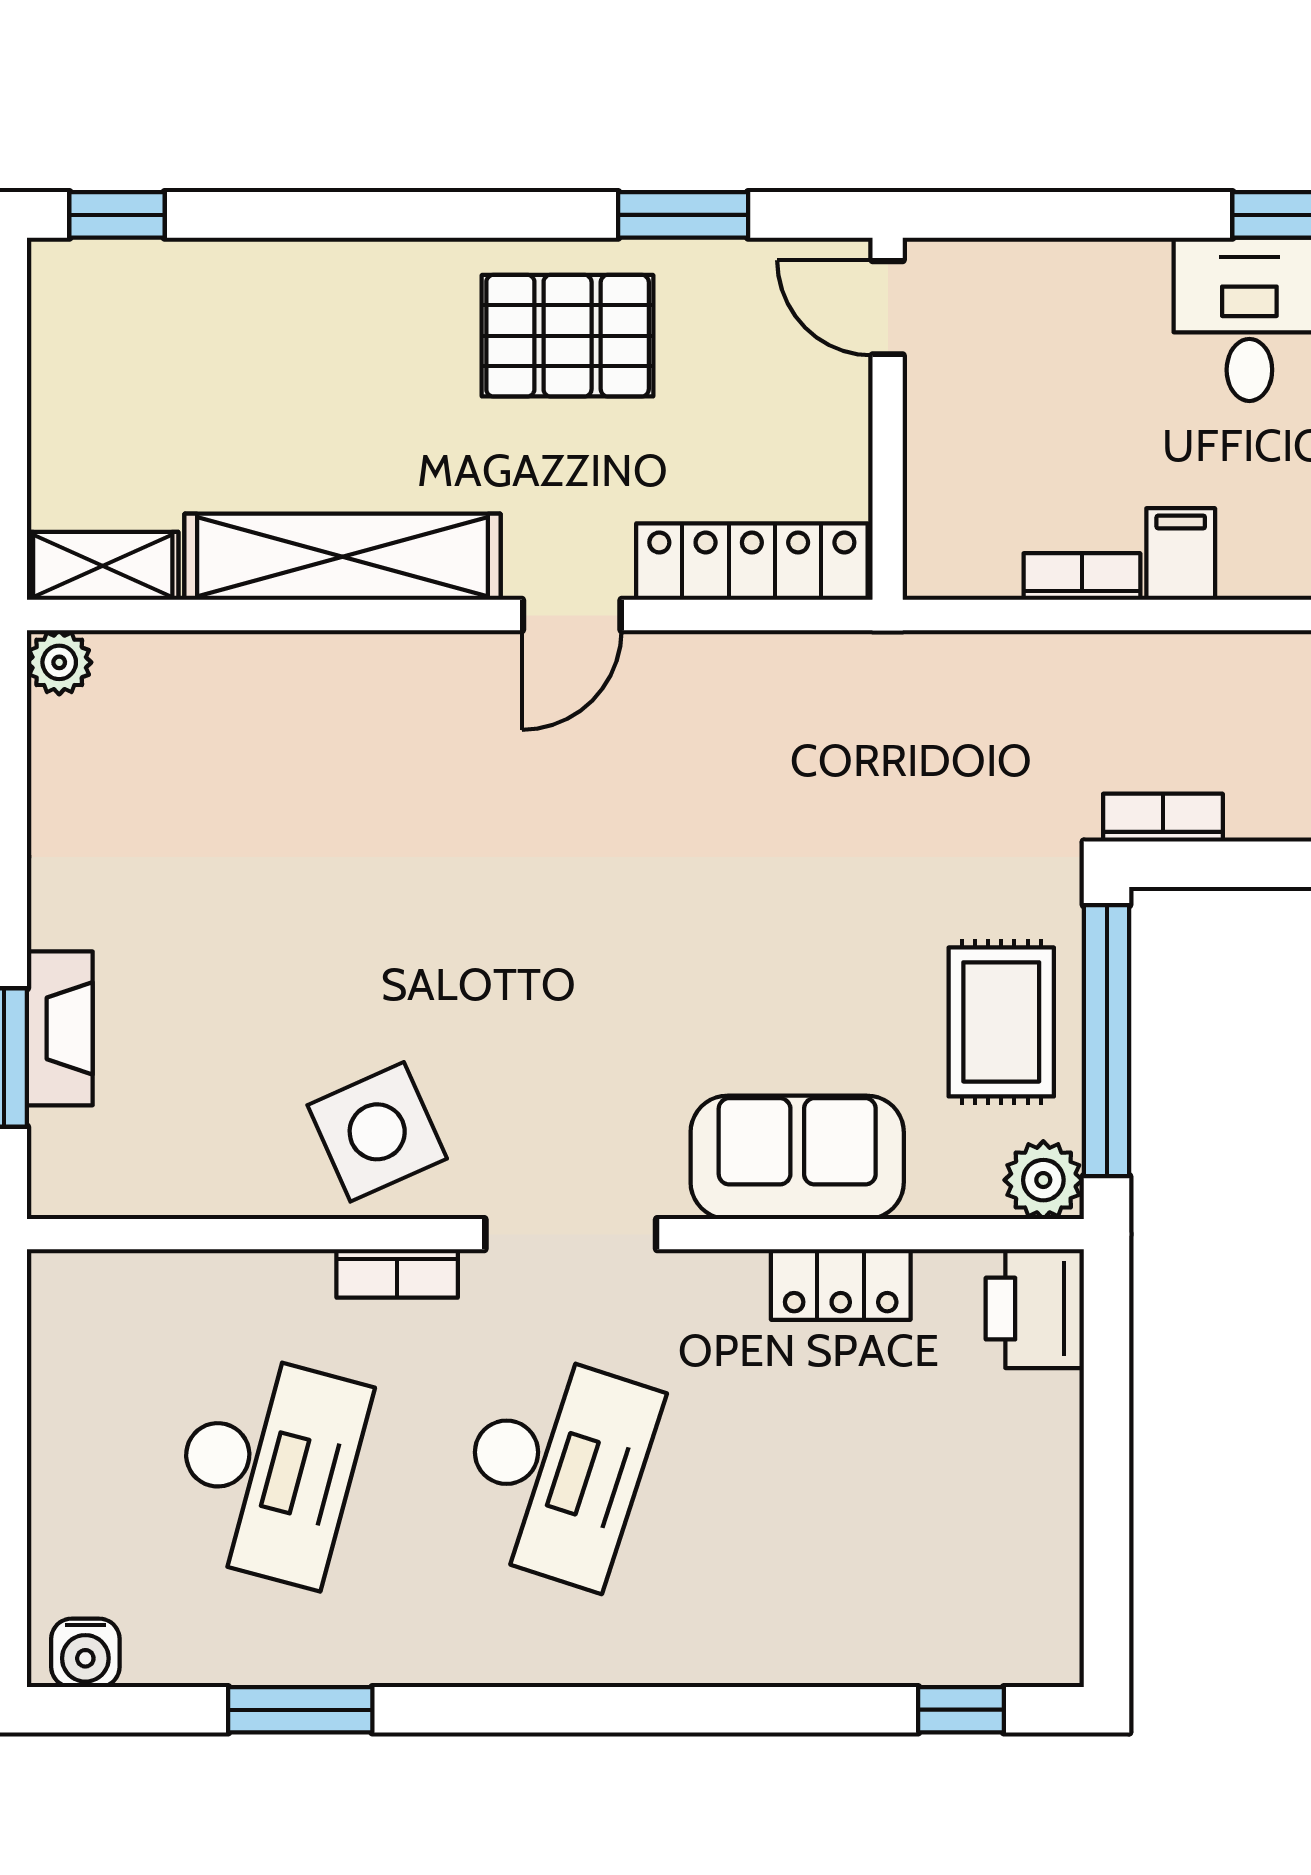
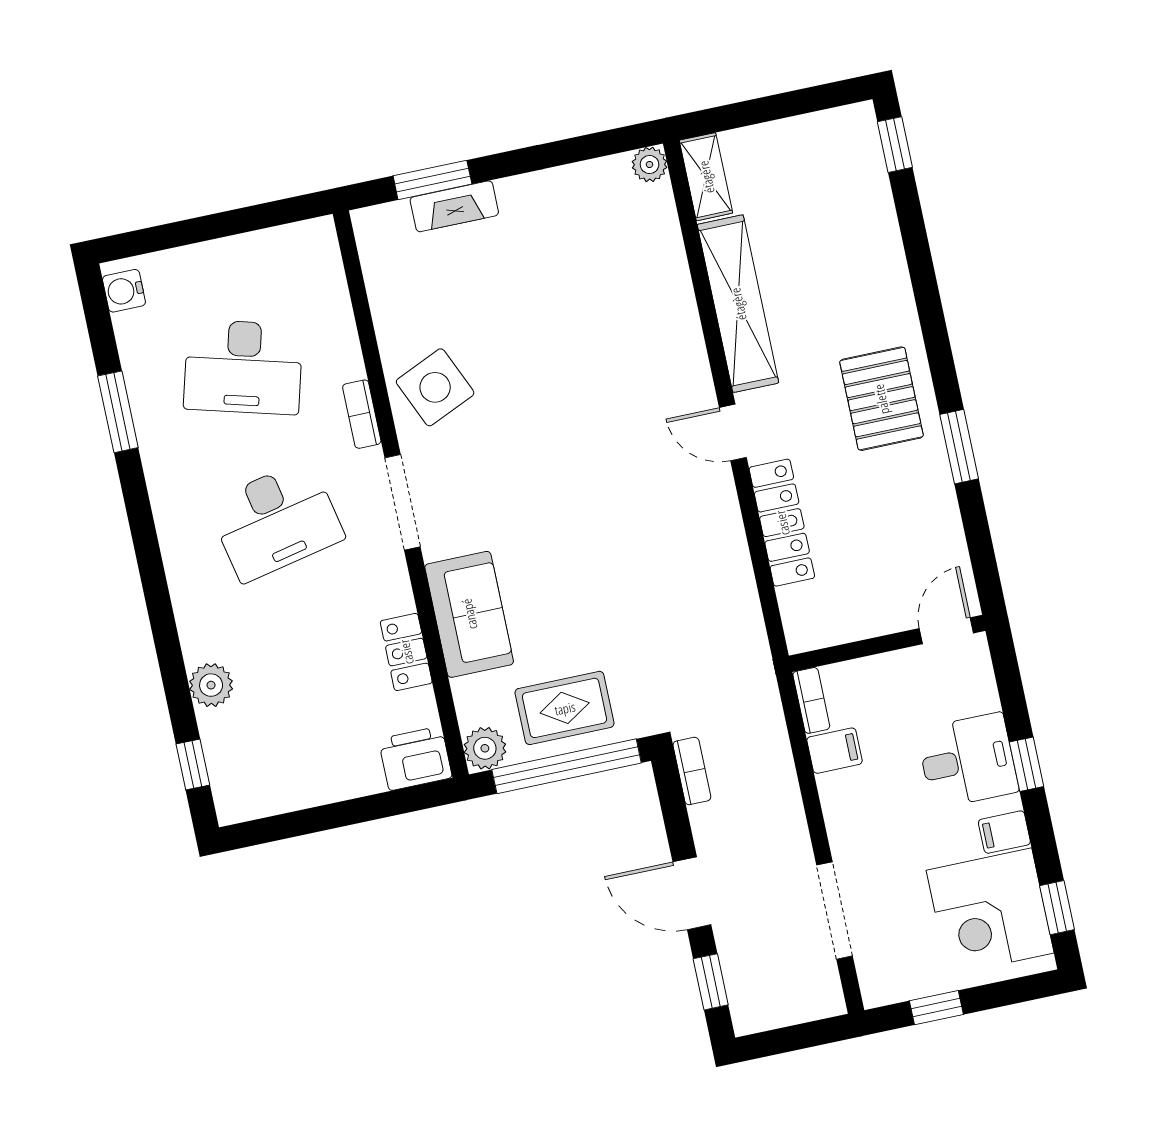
door: (888, 308) -> (946, 631), moved
wall: (888, 419) -> (887, 643), moved
desk: (555, 1468) -> (276, 521), turned -30
plant: (826, 1647) -> (211, 685), added

